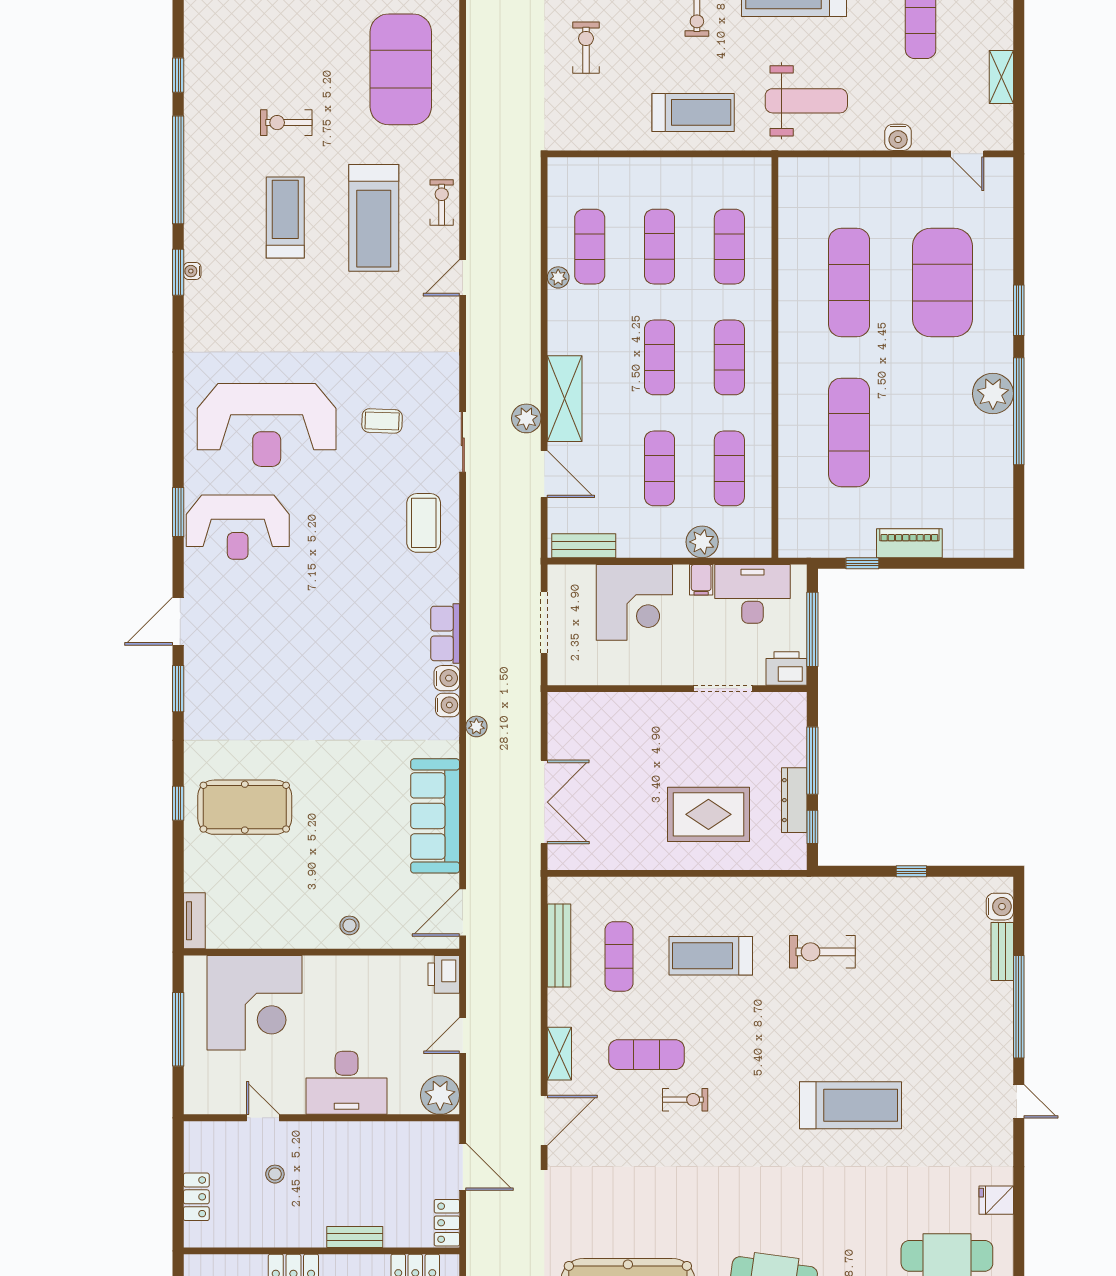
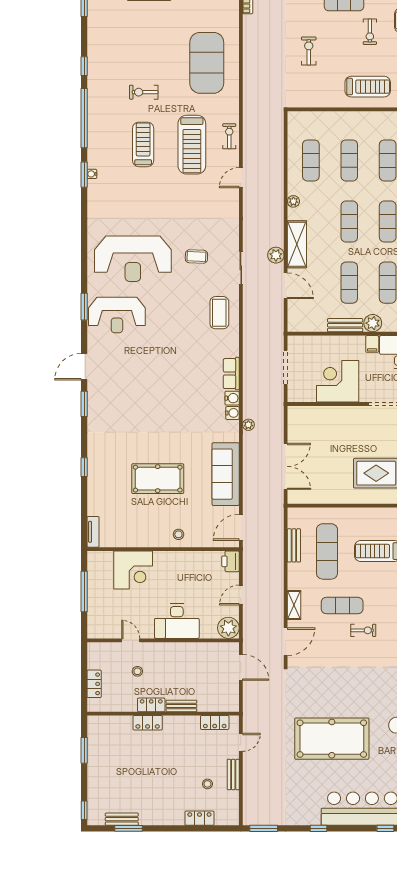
plant: (558, 277) -> (293, 201), moved
bench: (584, 546) -> (345, 325), moved
corner desk: (634, 602) -> (338, 381), moved, turned 180
pool table: (245, 807) -> (158, 479), moved
bench: (559, 945) -> (294, 545), width x0.73
exercise mat: (619, 956) -> (327, 551), width x1.36, depth x1.45
corner desk: (255, 1003) -> (133, 570), width x0.74, depth x0.74
locker: (447, 1223) -> (151, 705), moved, turned 90

